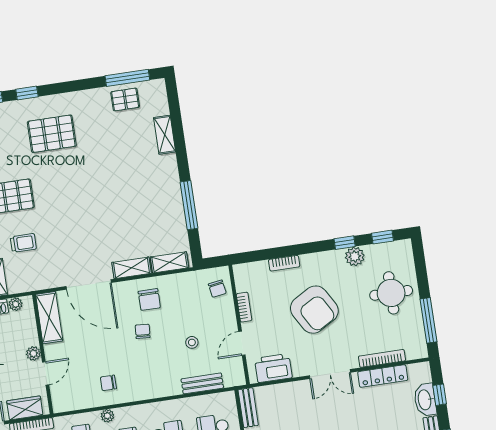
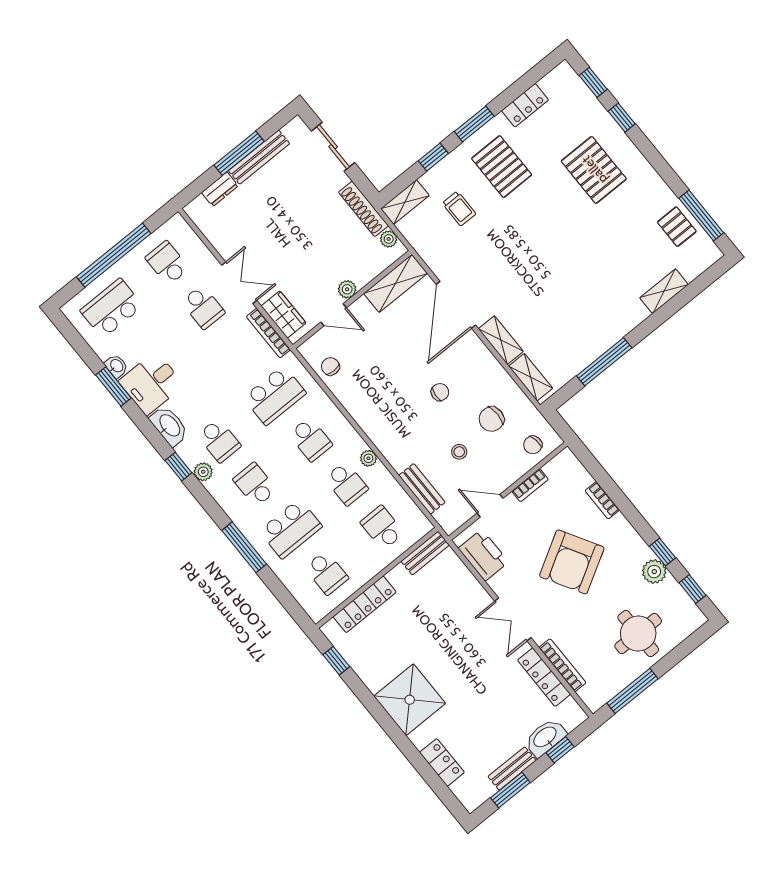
chair: (149, 299) -> (491, 419), moved
chair: (108, 383) -> (330, 366), moved
plant: (107, 416) -> (368, 458), moved

